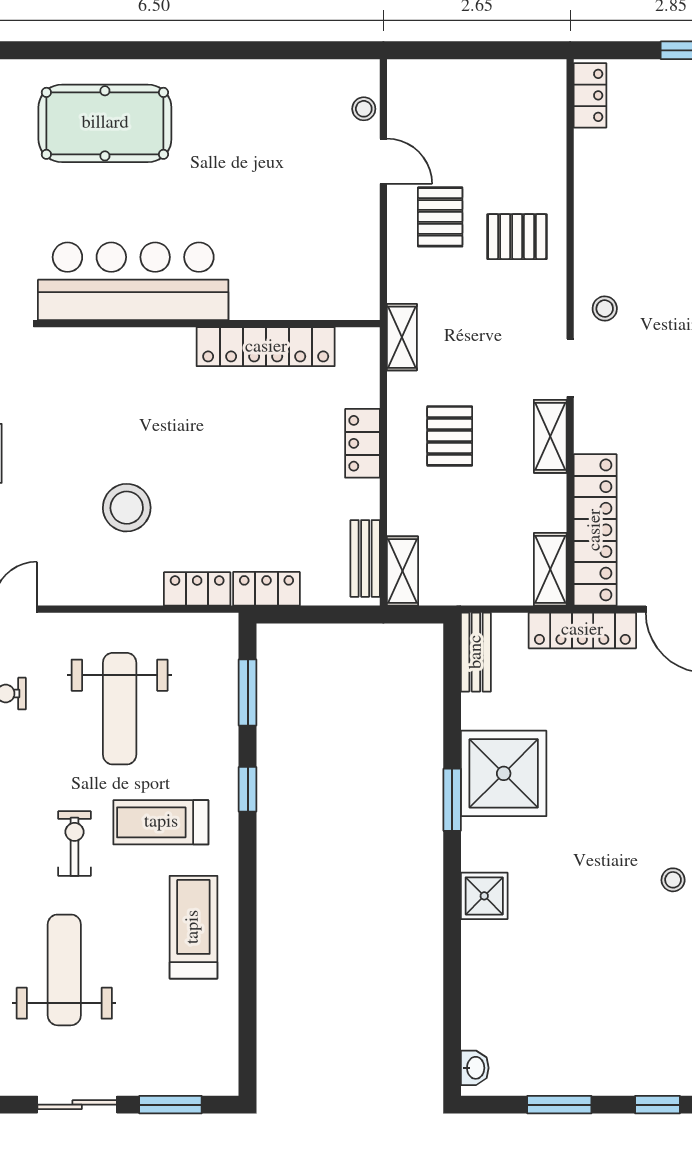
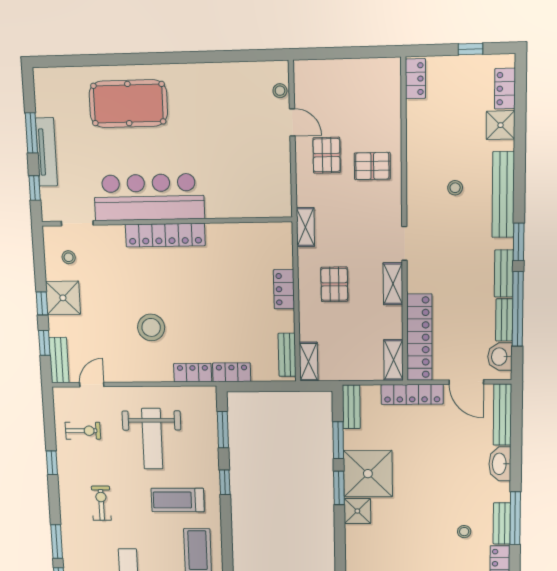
stool: (605, 309) -> (455, 188), moved
locker: (266, 347) -> (165, 235), moved
window: (452, 712) -> (338, 440), added
exercise bike: (74, 844) -> (101, 503), moved
shower: (484, 896) -> (357, 511), moved

